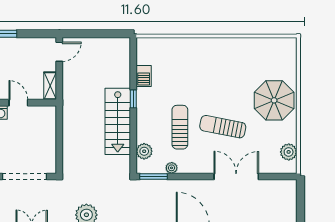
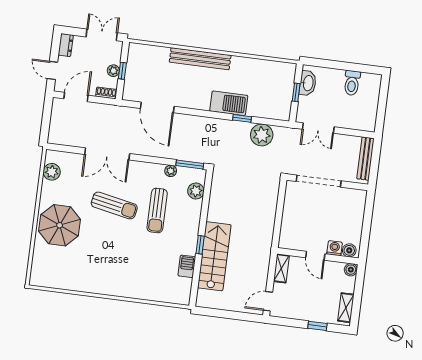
stairs: (118, 121) -> (214, 256), moved

